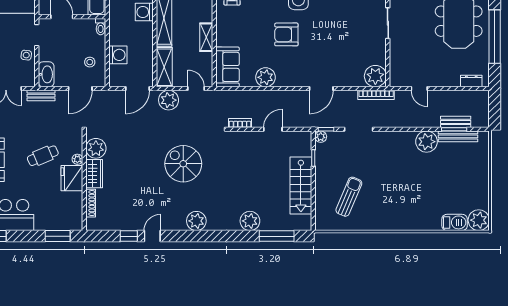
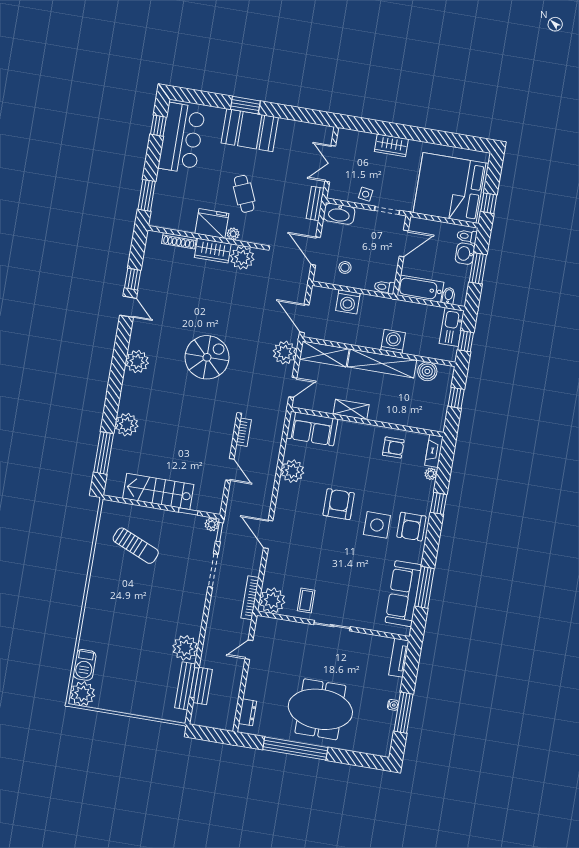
coffee table: (371, 48) -> (306, 600), added

